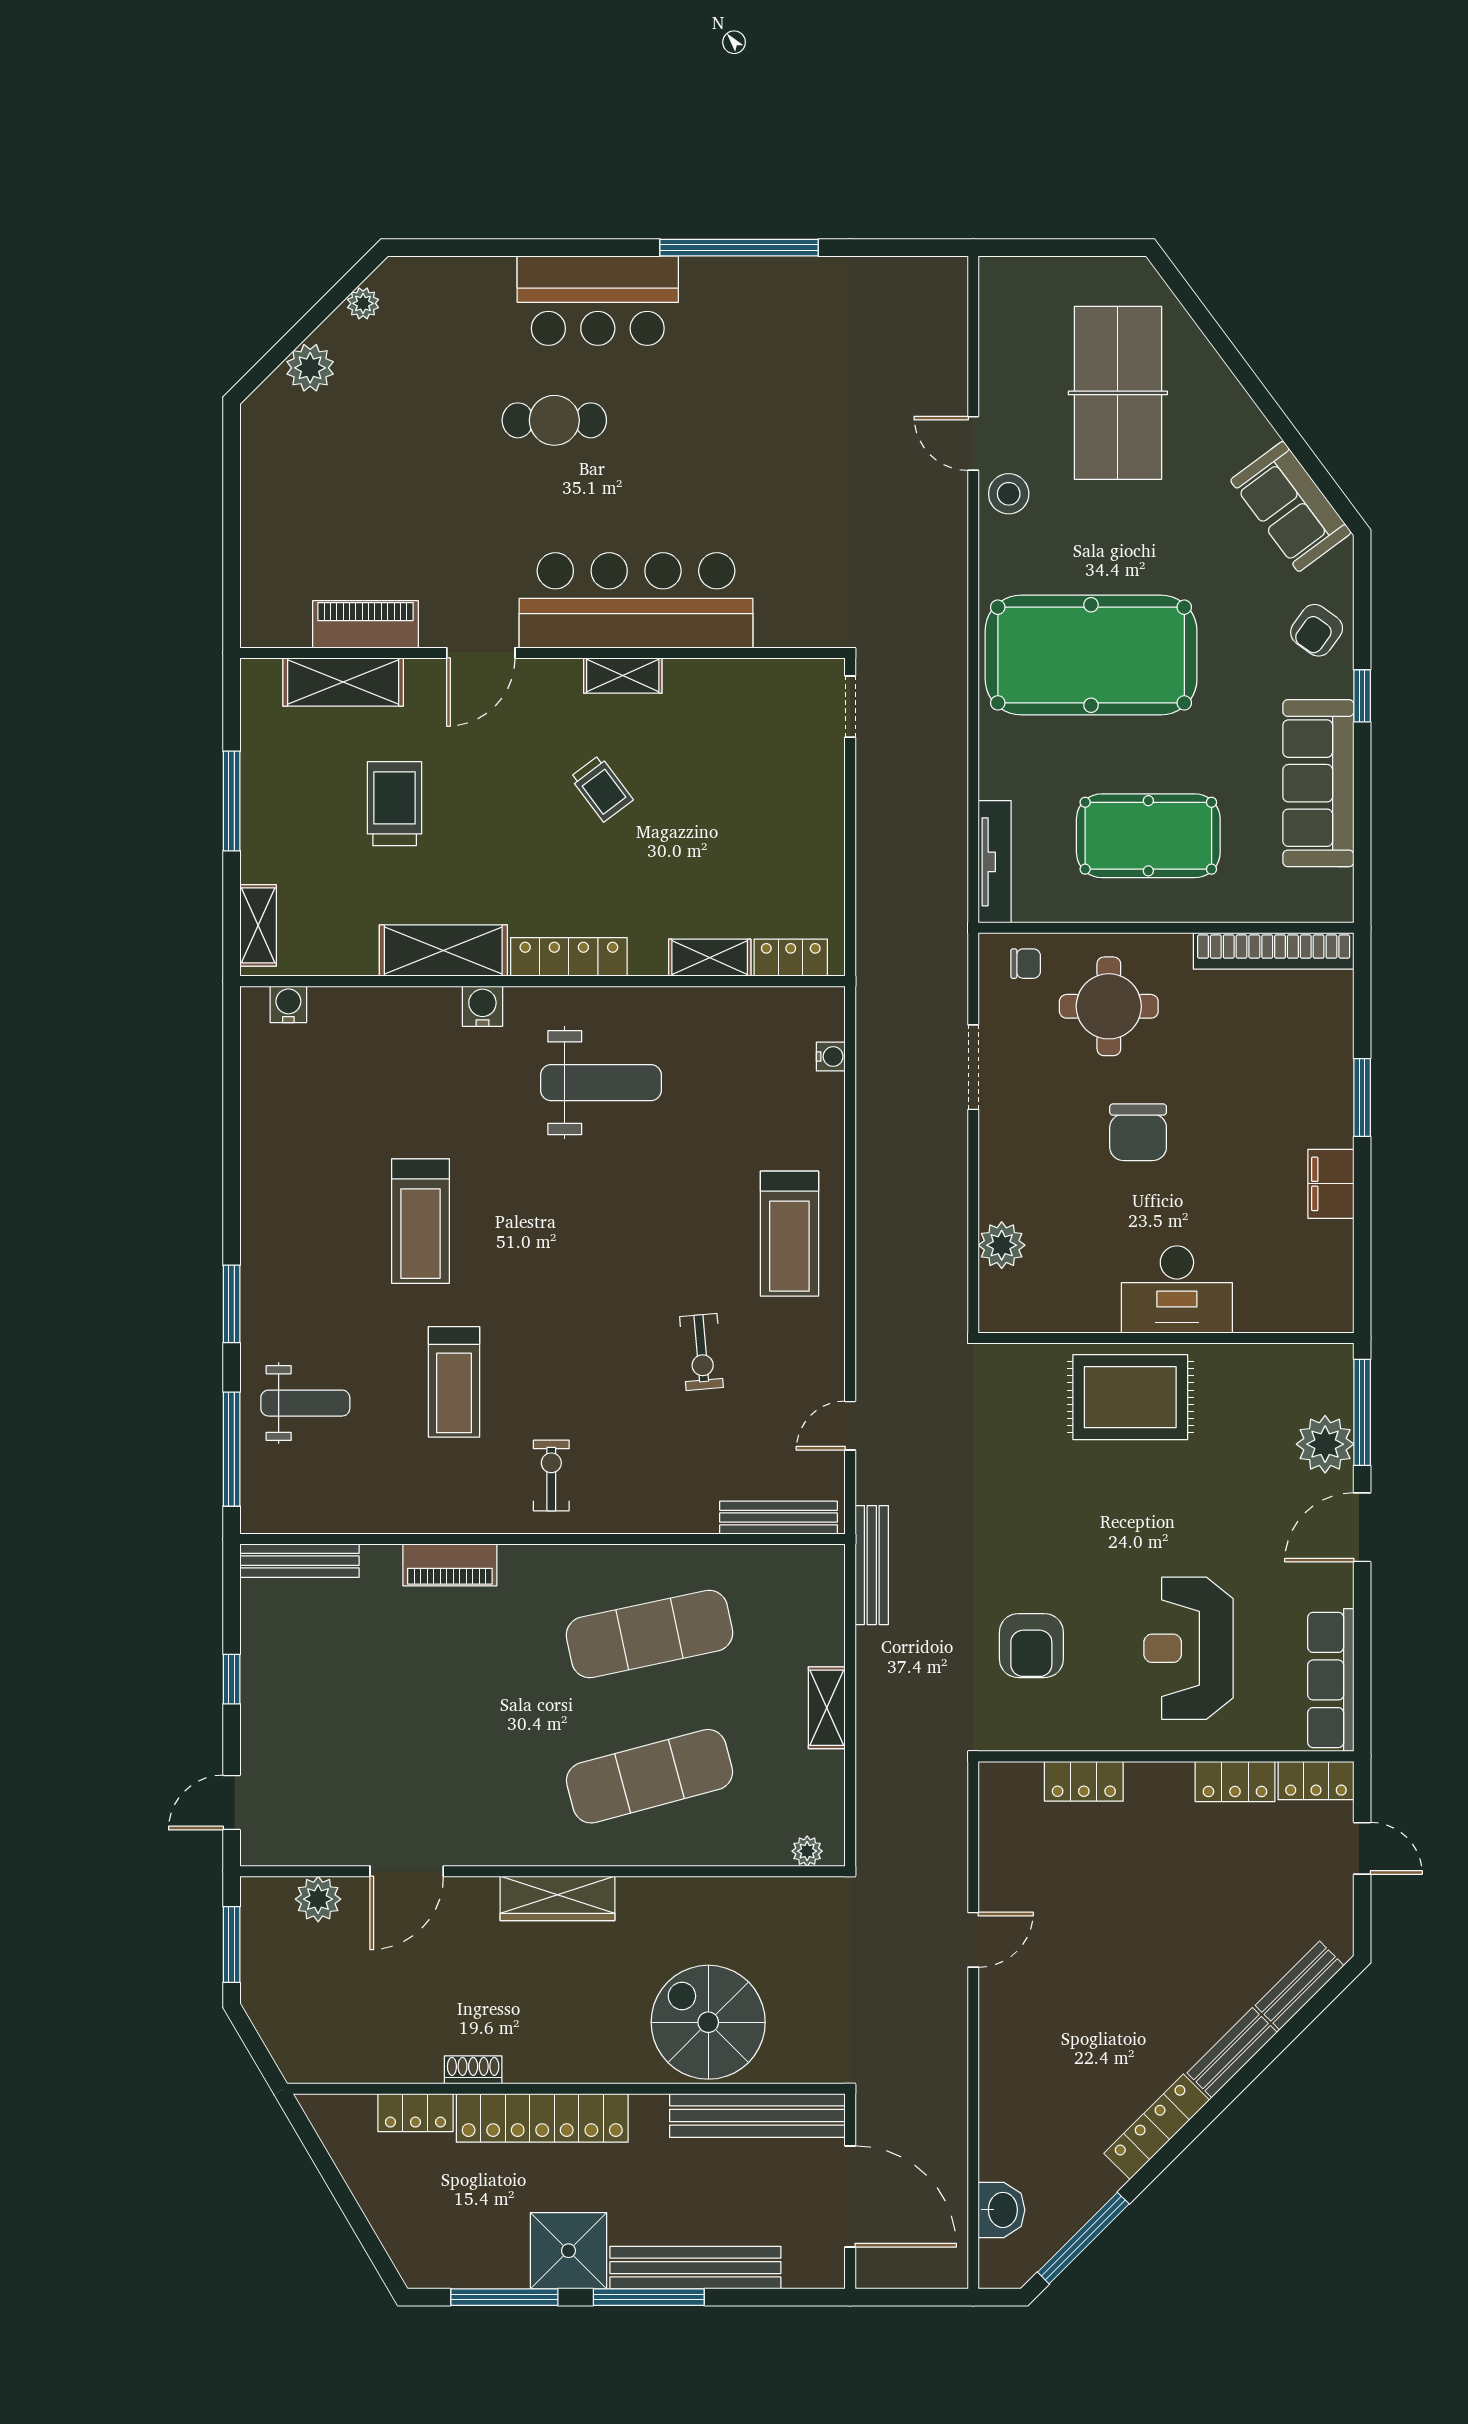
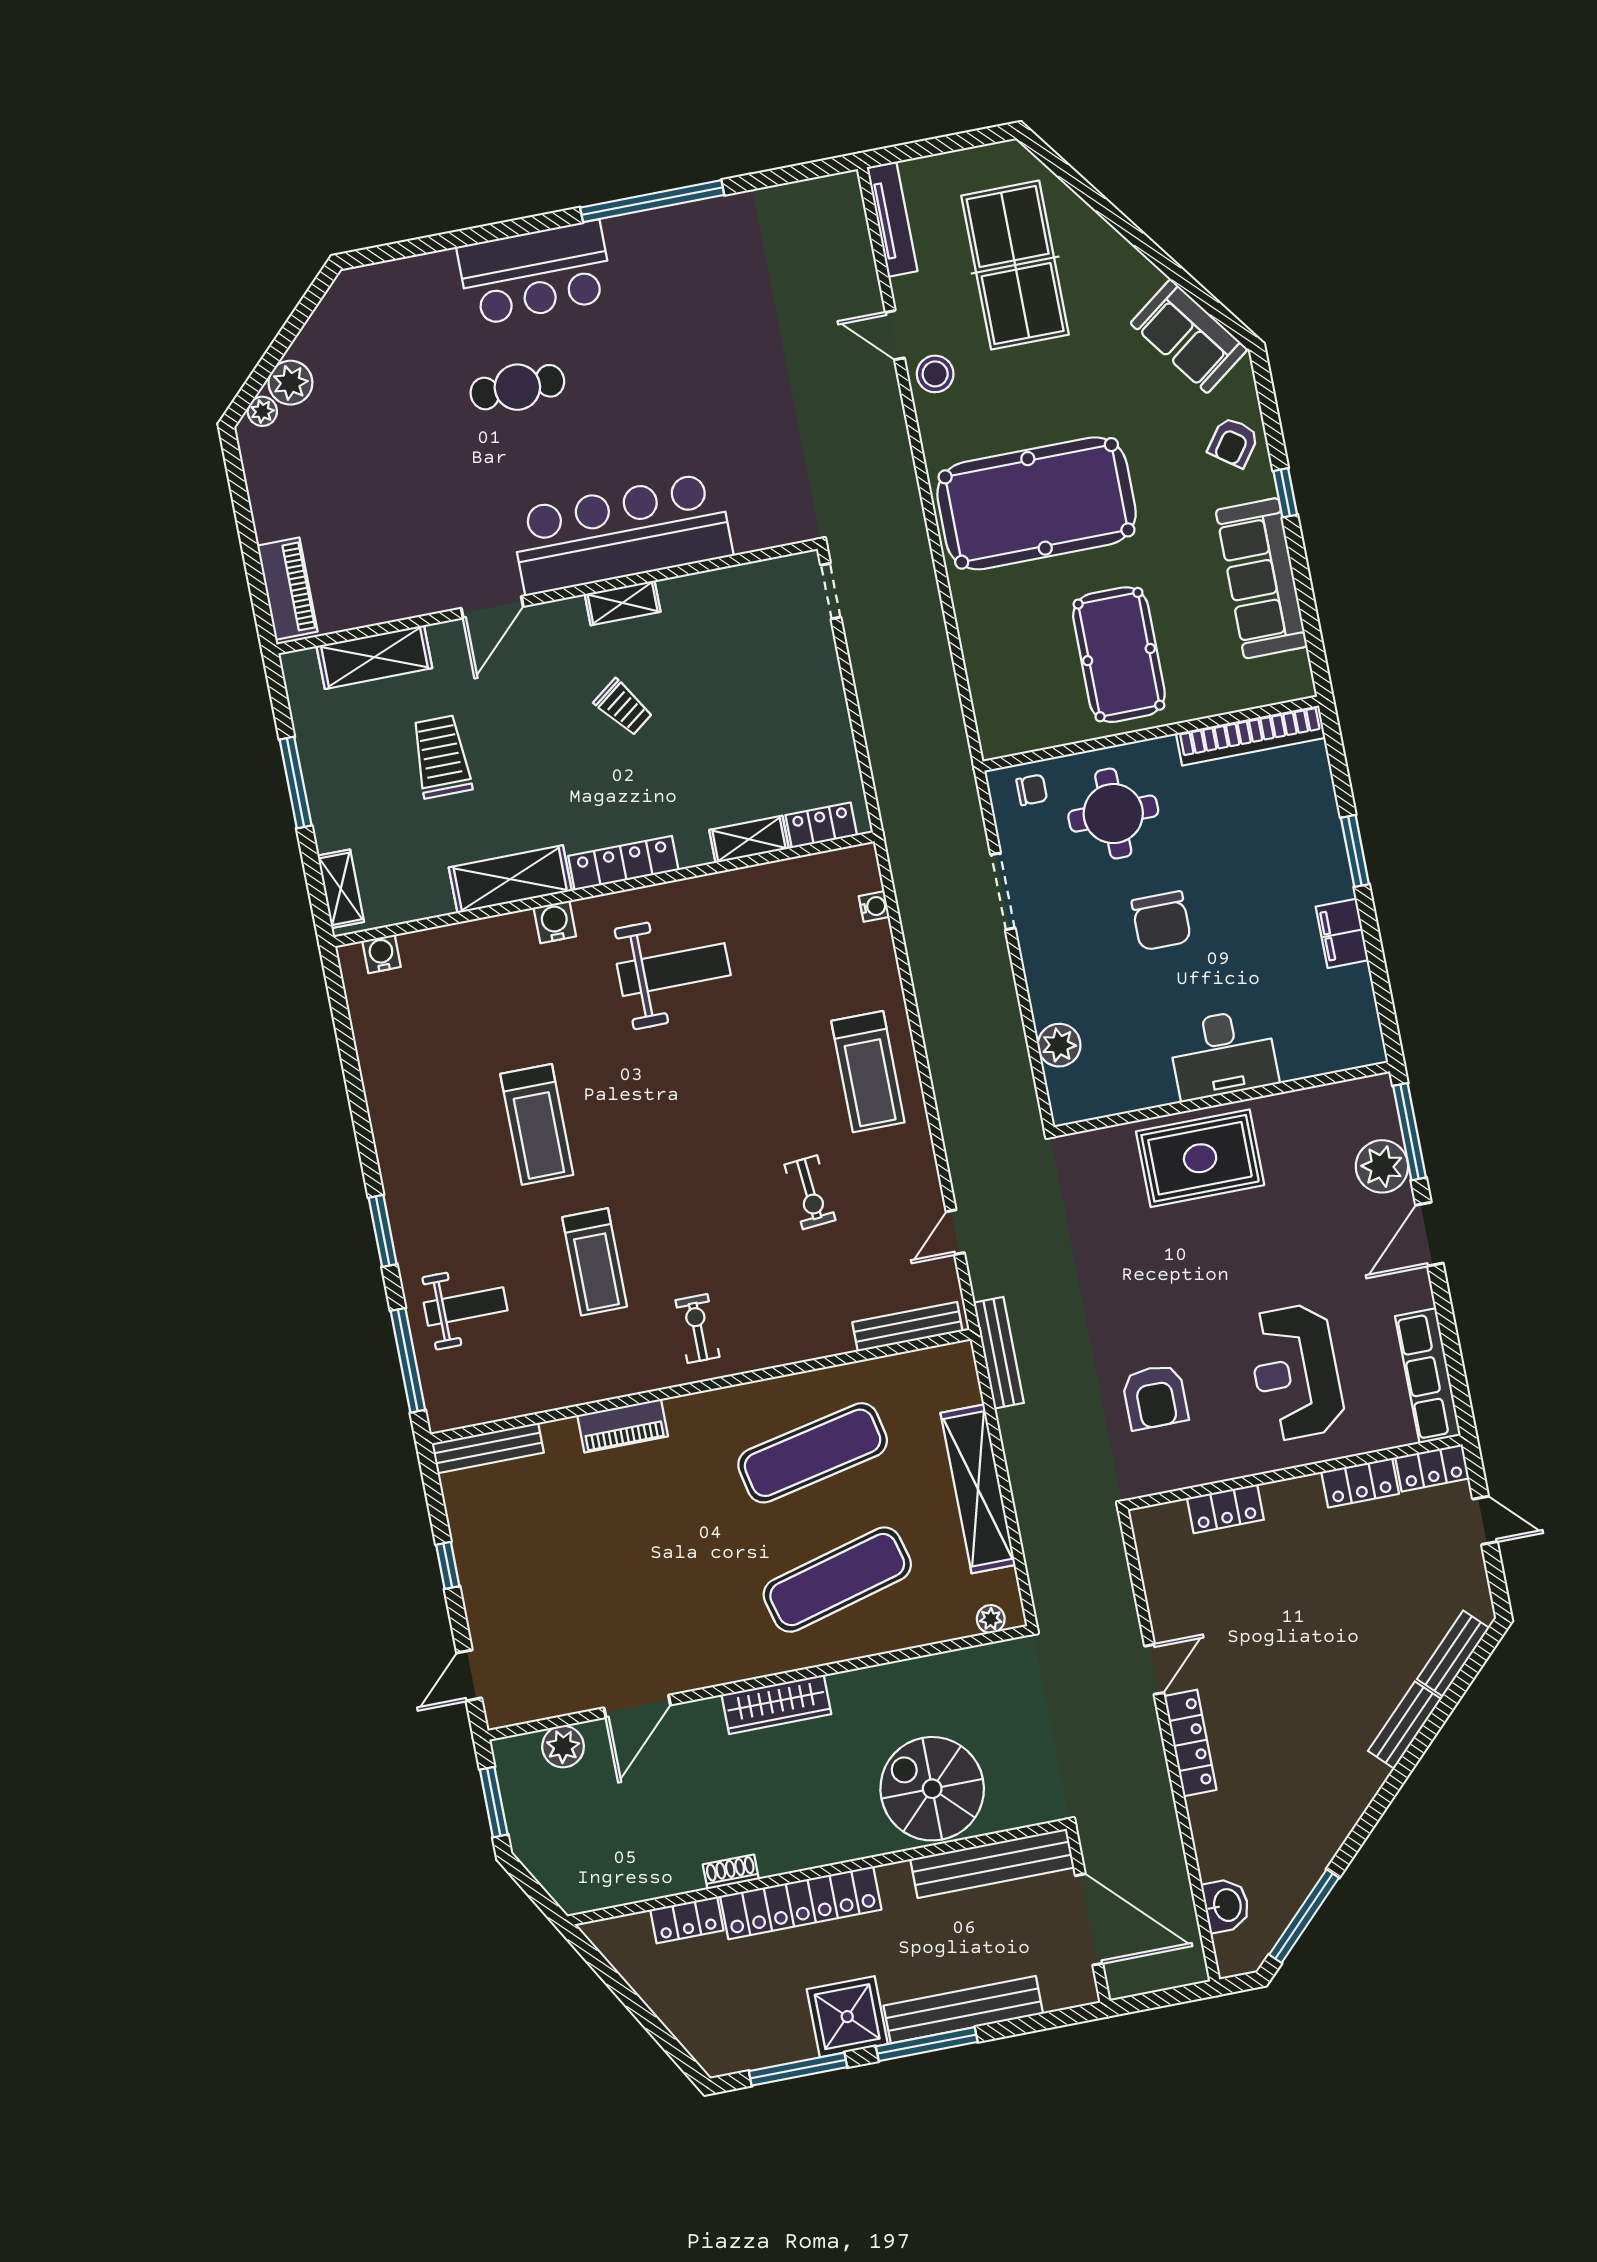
plant: (363, 303) -> (262, 411), moved
piano: (365, 624) -> (287, 589), moved, turned 90
pool table: (1148, 836) -> (1119, 655), turned 90
tv unit: (995, 862) -> (892, 220), moved
shelving: (827, 1708) -> (978, 1489), width x2.20, depth x1.33
locker: (1157, 2127) -> (1190, 1743), moved, turned 135

